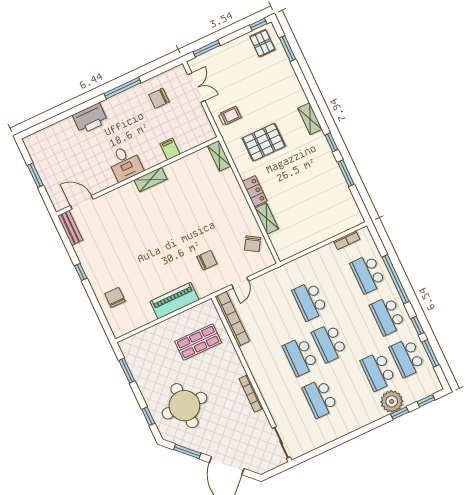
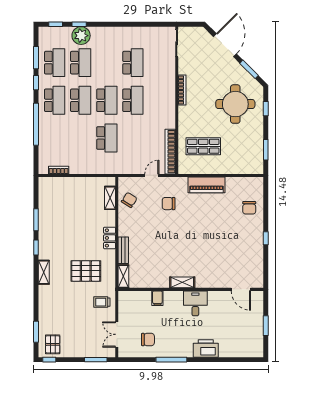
shelving: (267, 218) -> (110, 198), moved
bench: (70, 228) -> (123, 250), moved
school desk: (368, 274) -> (81, 100), moved

